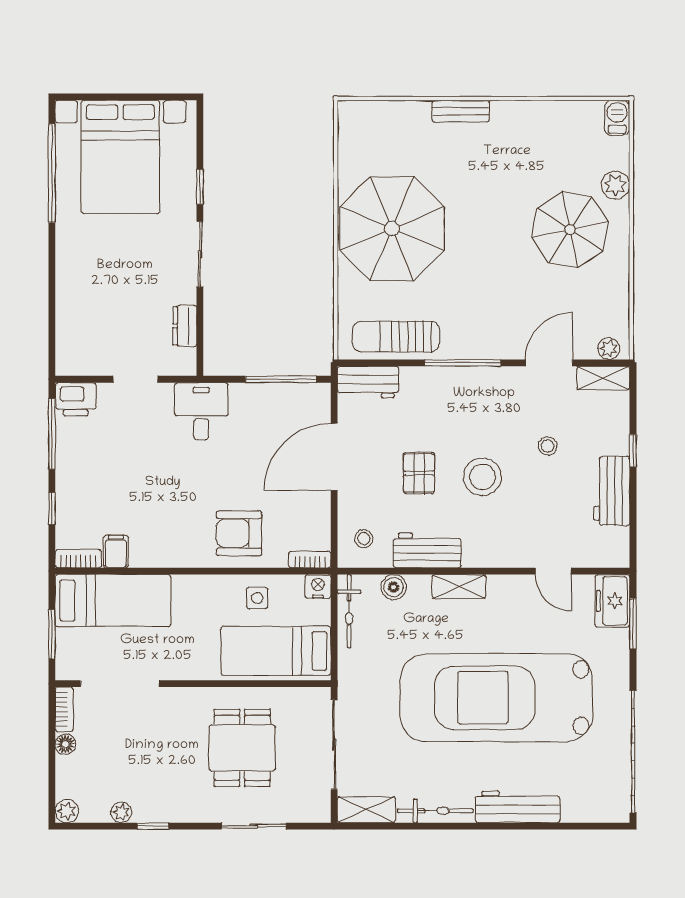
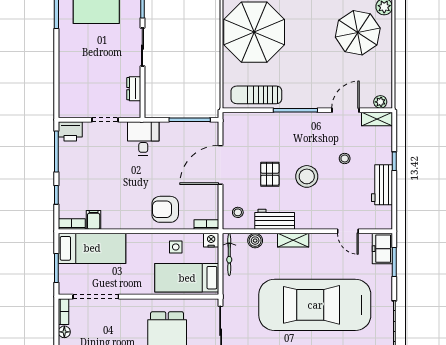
workbench: (368, 382) -> (240, 121), removed

